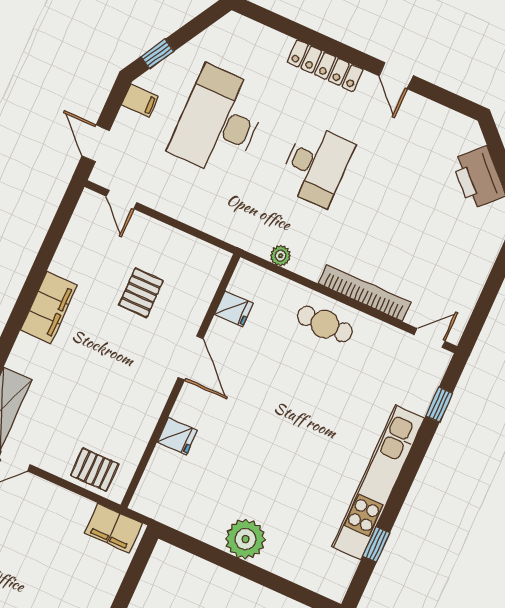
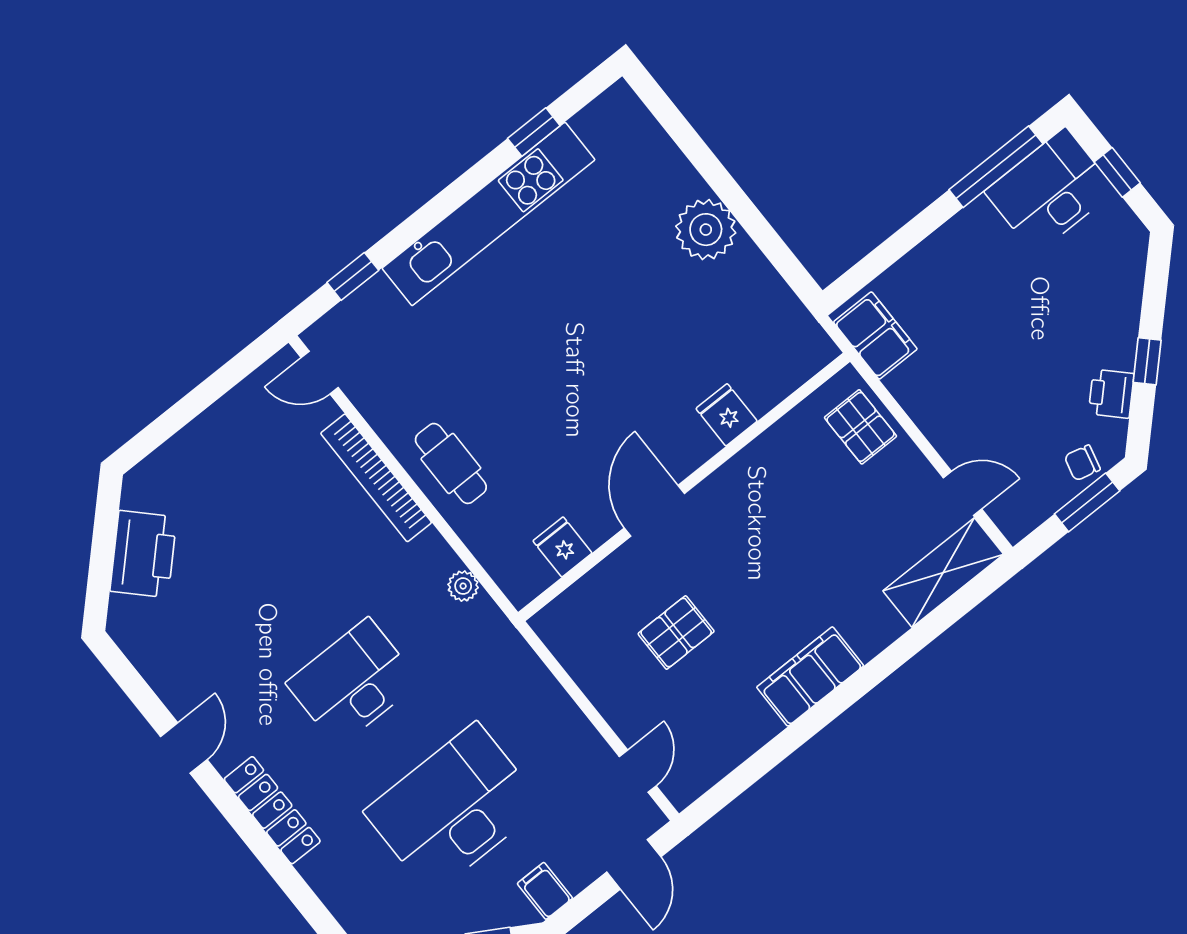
desk: (219, 122) -> (454, 809), turned 180

